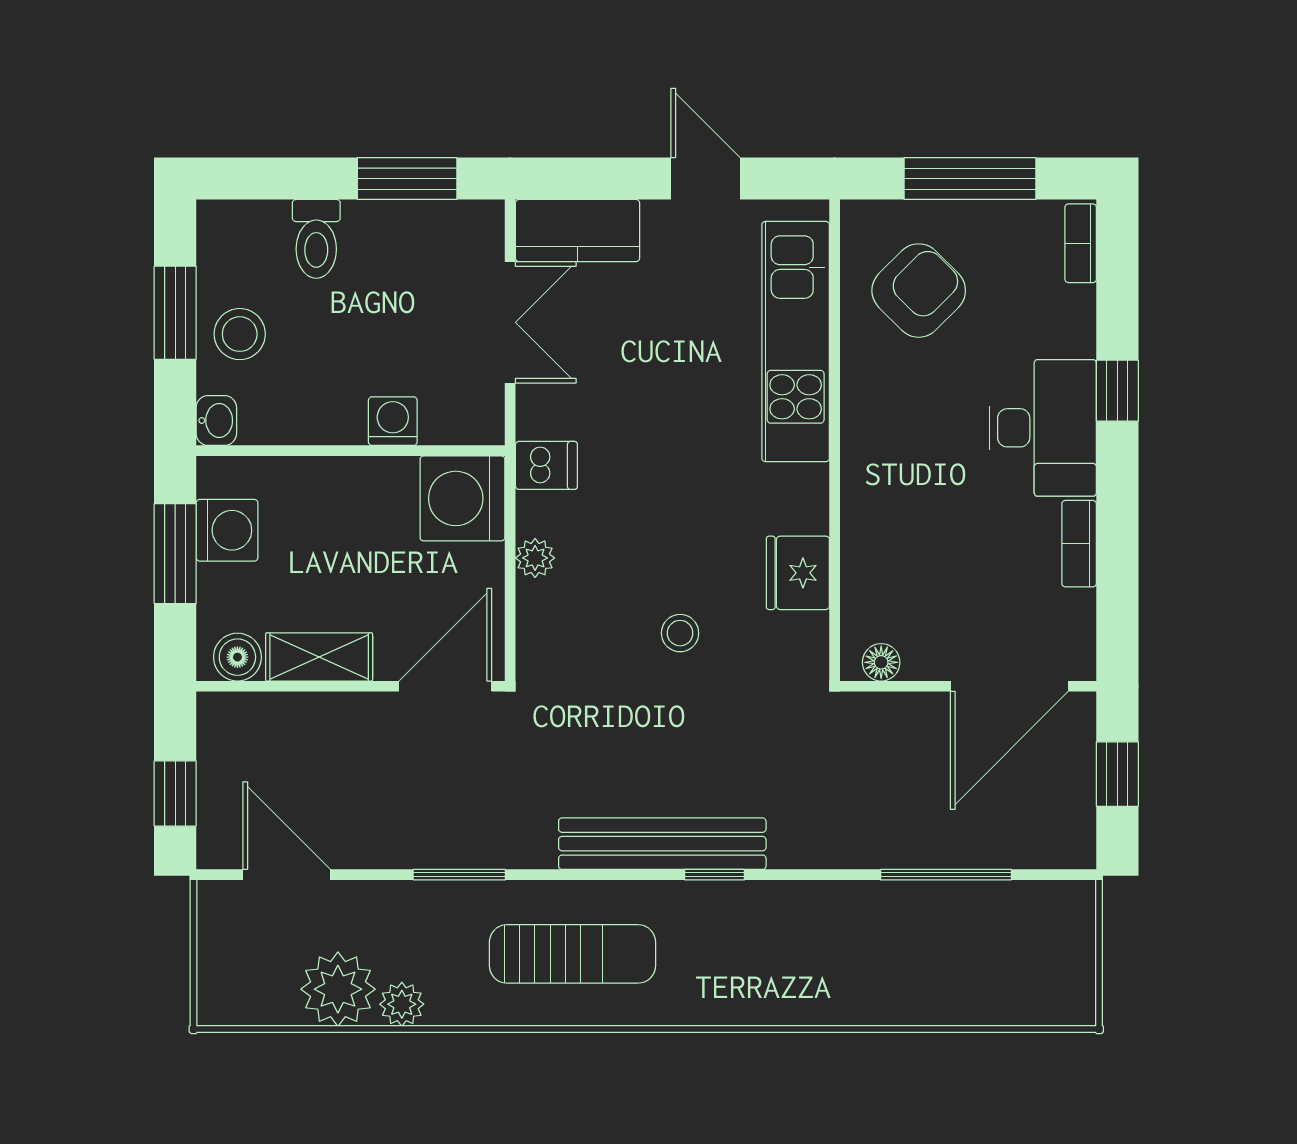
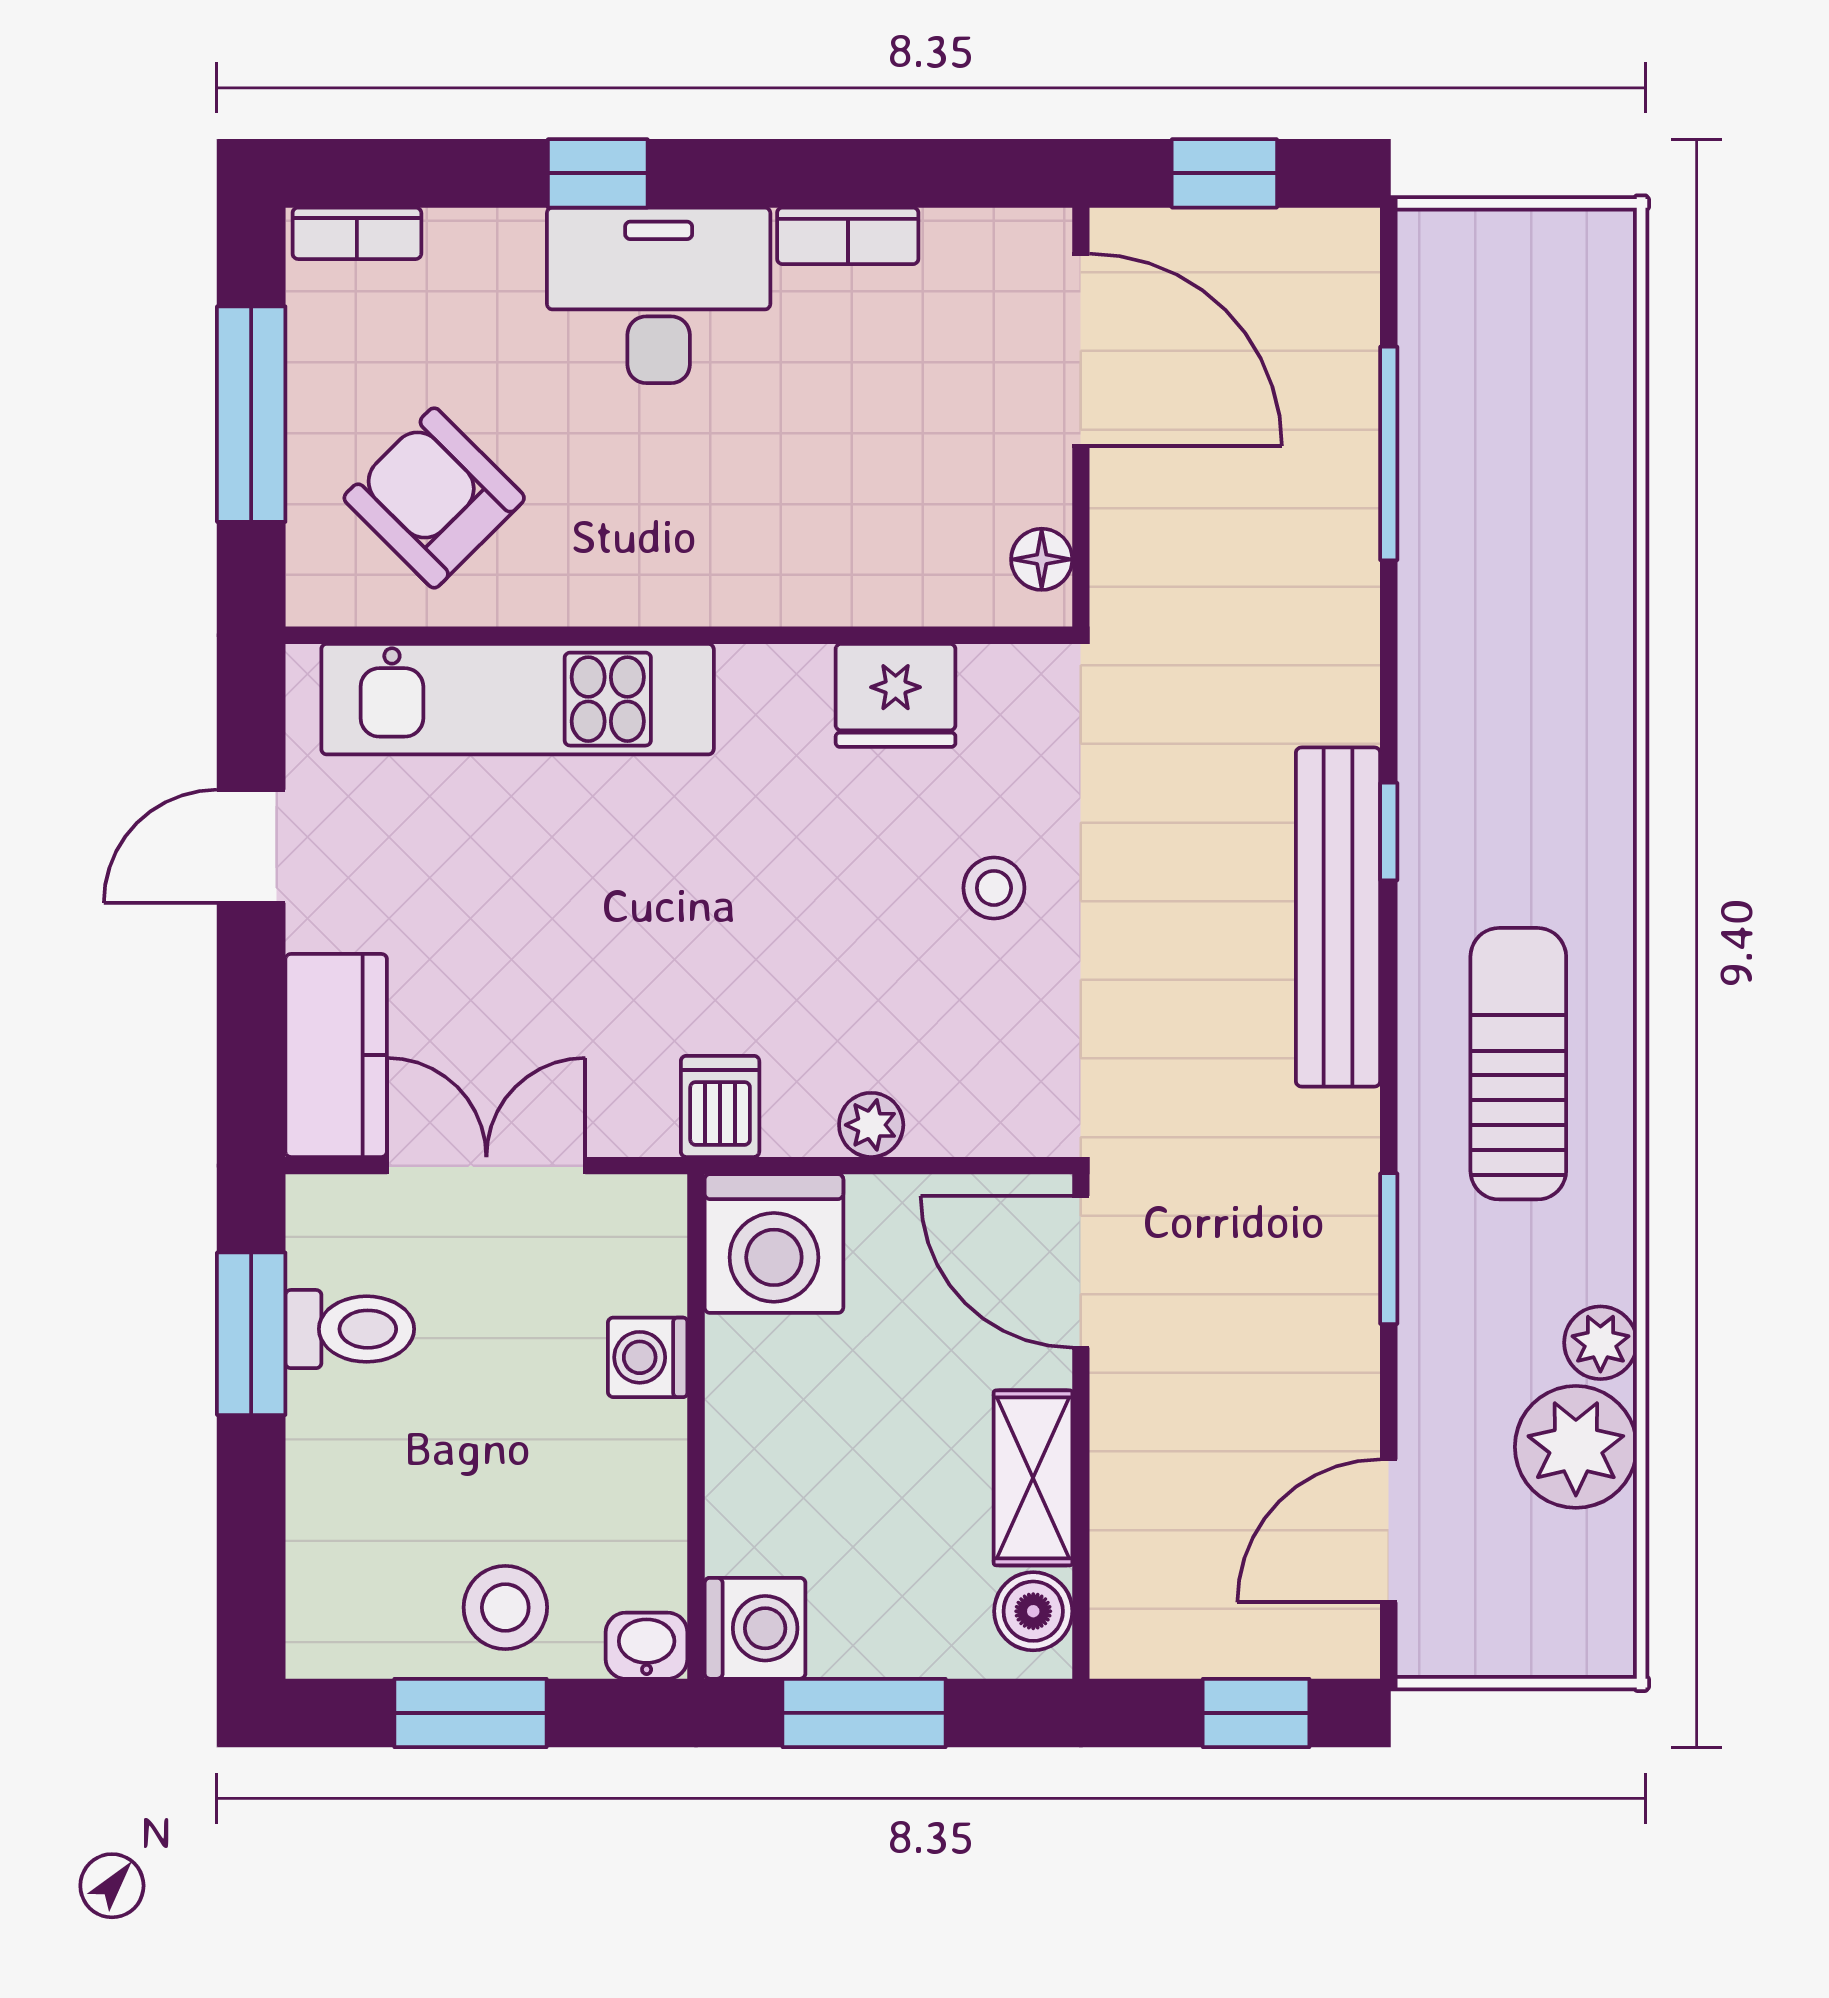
toilet: (316, 239) -> (350, 1329), moved
washing machine: (227, 530) -> (755, 1628), moved, turned 90

